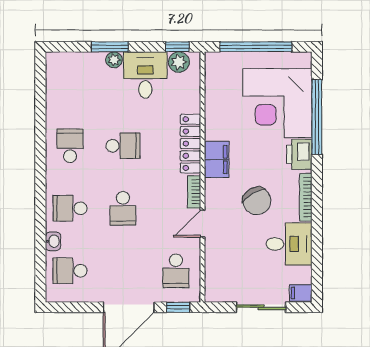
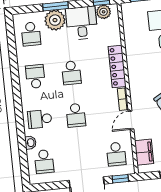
plant: (114, 60) -> (55, 20), width x1.88, depth x1.88
school desk: (70, 83) -> (31, 34), added
school desk: (123, 146) -> (71, 73), turned 90
filing cabinet: (217, 160) -> (144, 152), moved
school desk: (70, 271) -> (44, 162), turned -90

